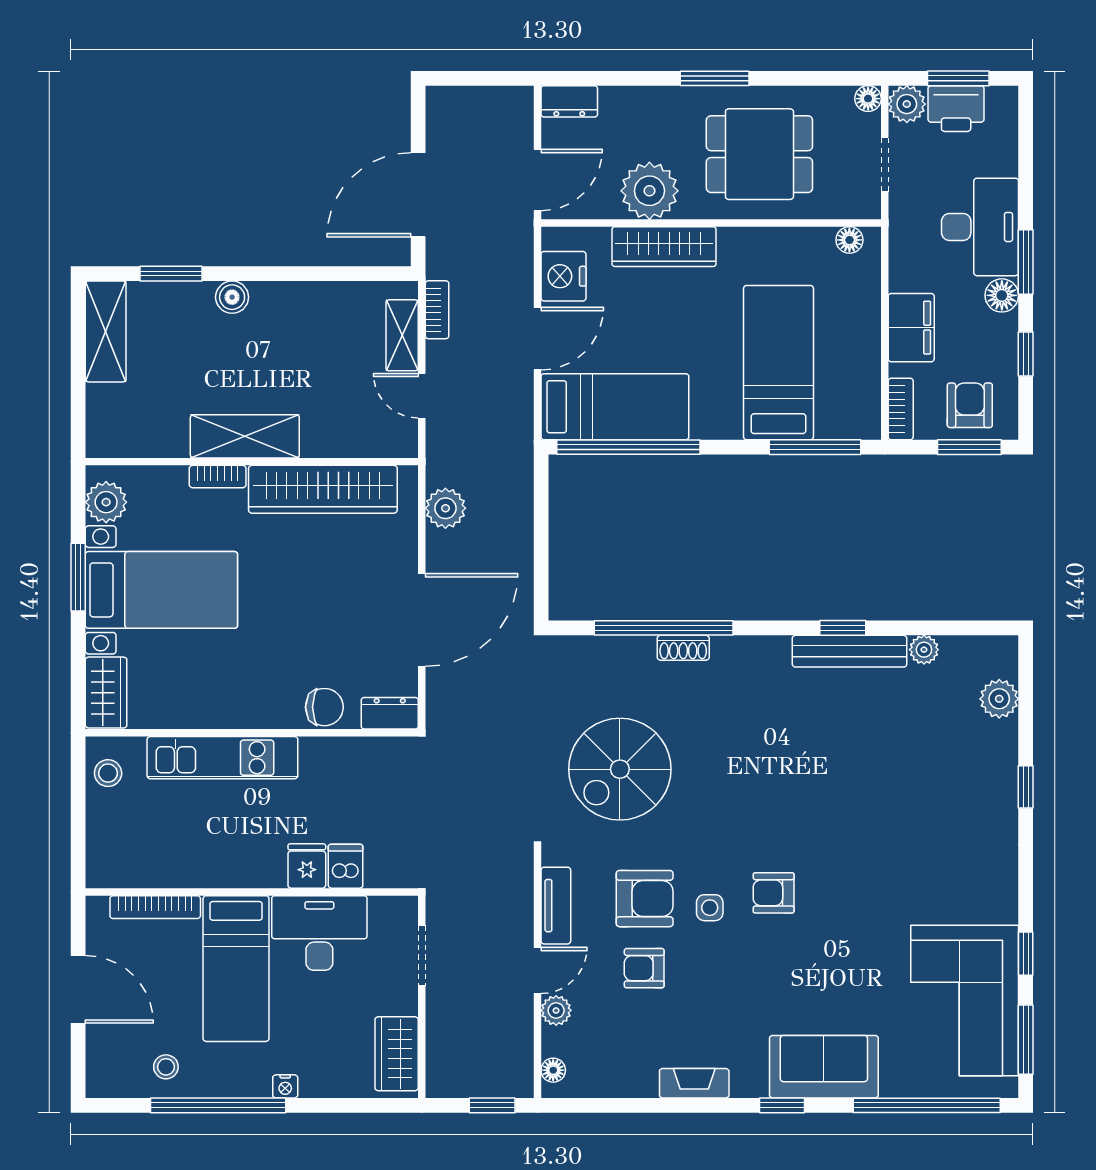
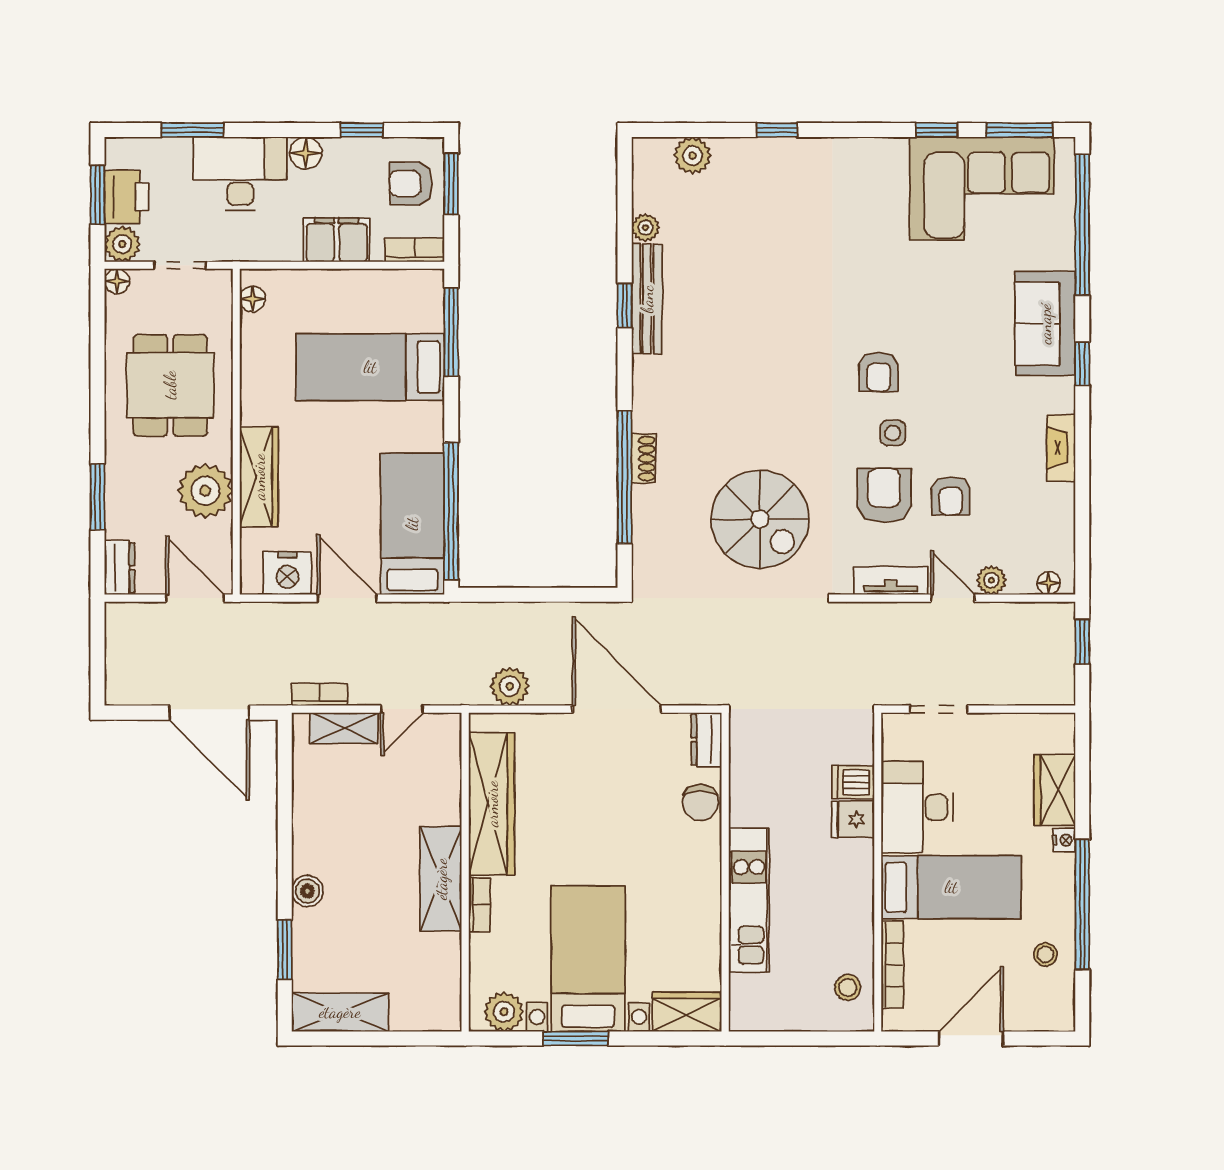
window: (715, 78) -> (98, 497), moved
window: (1026, 262) -> (193, 130), moved
chair: (324, 707) -> (700, 802), turned 180
stool: (108, 773) -> (848, 987), moved
wardrobe: (397, 1054) -> (1055, 790), moved, turned 90

